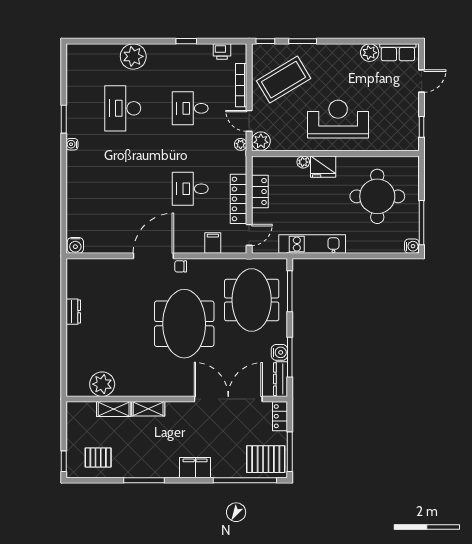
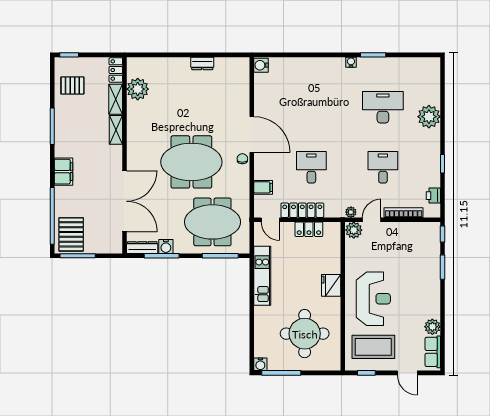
coffee table: (284, 80) -> (373, 347), moved, turned -59
plant: (303, 162) -> (335, 268), removed
locker: (280, 416) -> (116, 70), moved, turned -90
pallet: (98, 458) -> (72, 85), turned 90

